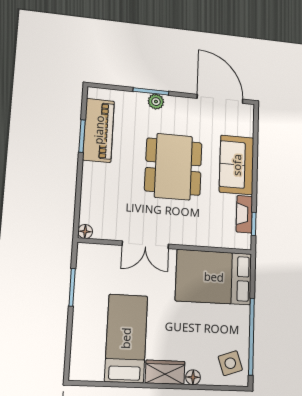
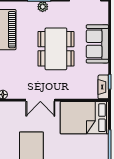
fireplace: (244, 214) -> (103, 87), moved

